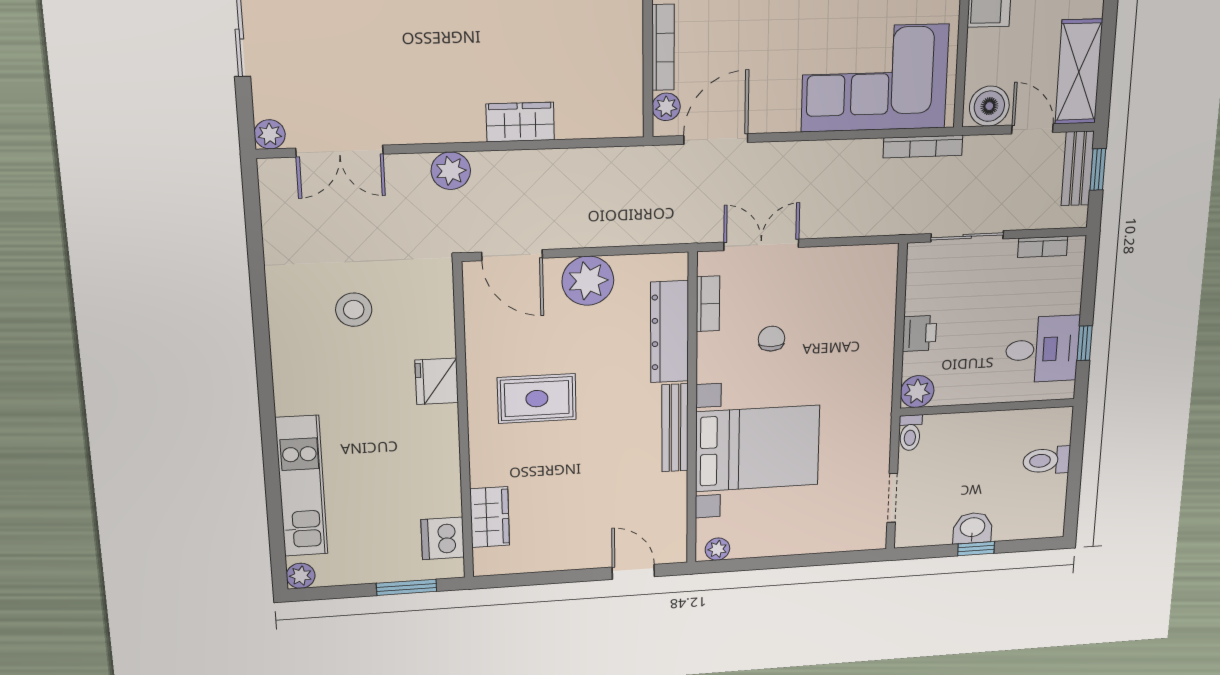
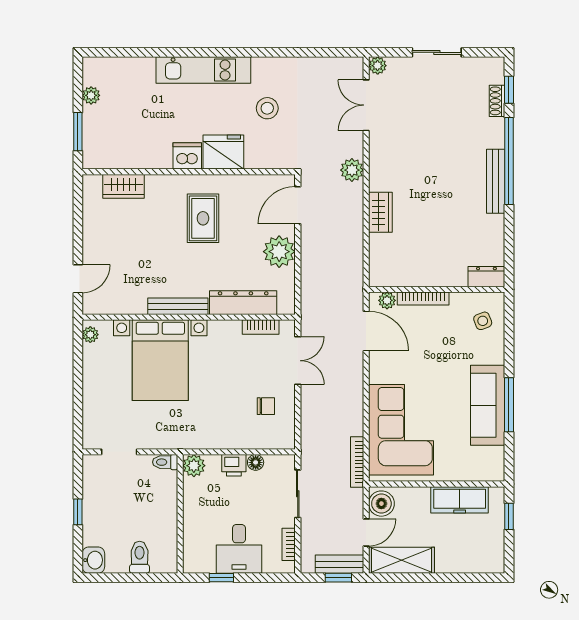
floor lamp: (917, 302) -> (256, 462), added
chair: (771, 339) -> (266, 406), moved
desk: (1042, 349) -> (239, 549), moved
fridge: (437, 381) -> (223, 152), width x1.36, depth x1.34
kitchen unit: (302, 486) -> (203, 70), moved
washbasin: (973, 528) -> (93, 560), moved
dishwasher: (443, 538) -> (187, 156), moved
plant: (301, 576) -> (91, 95), moved

